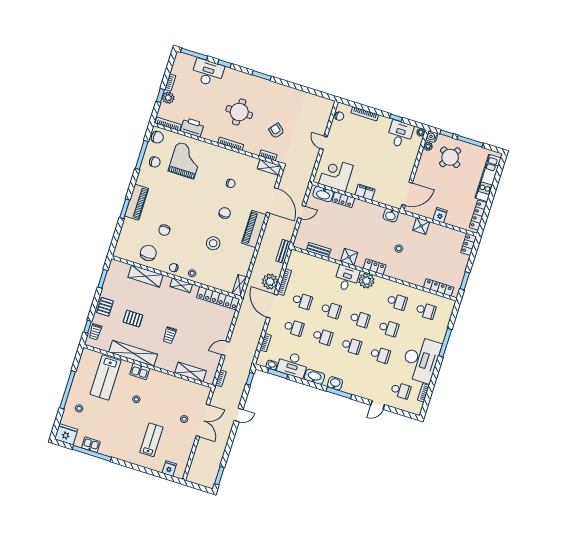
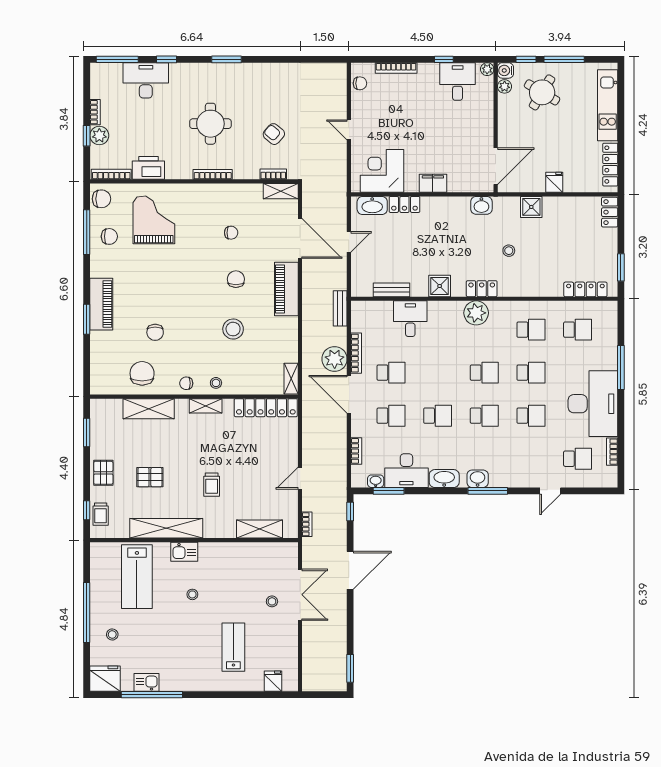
desk: (347, 278) -> (410, 319), moved
school desk: (331, 310) -> (438, 373), removed
door: (239, 415) -> (350, 570), width x1.87

